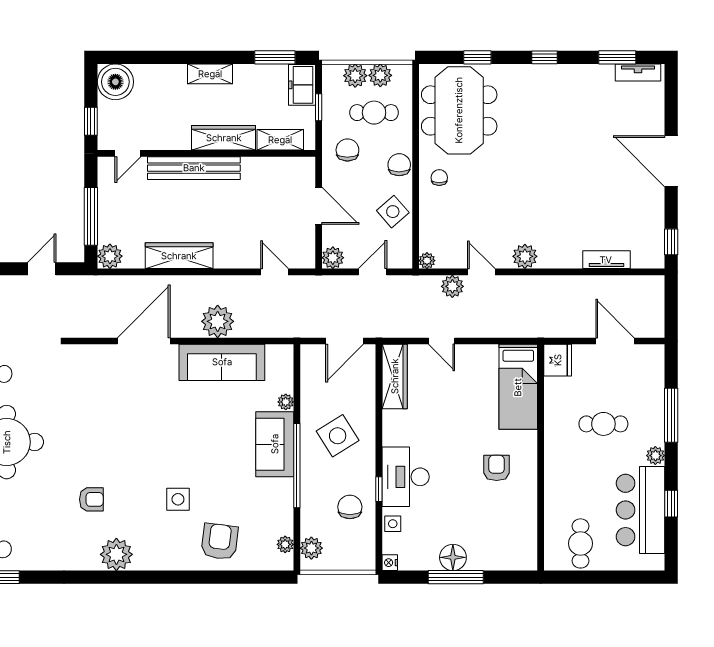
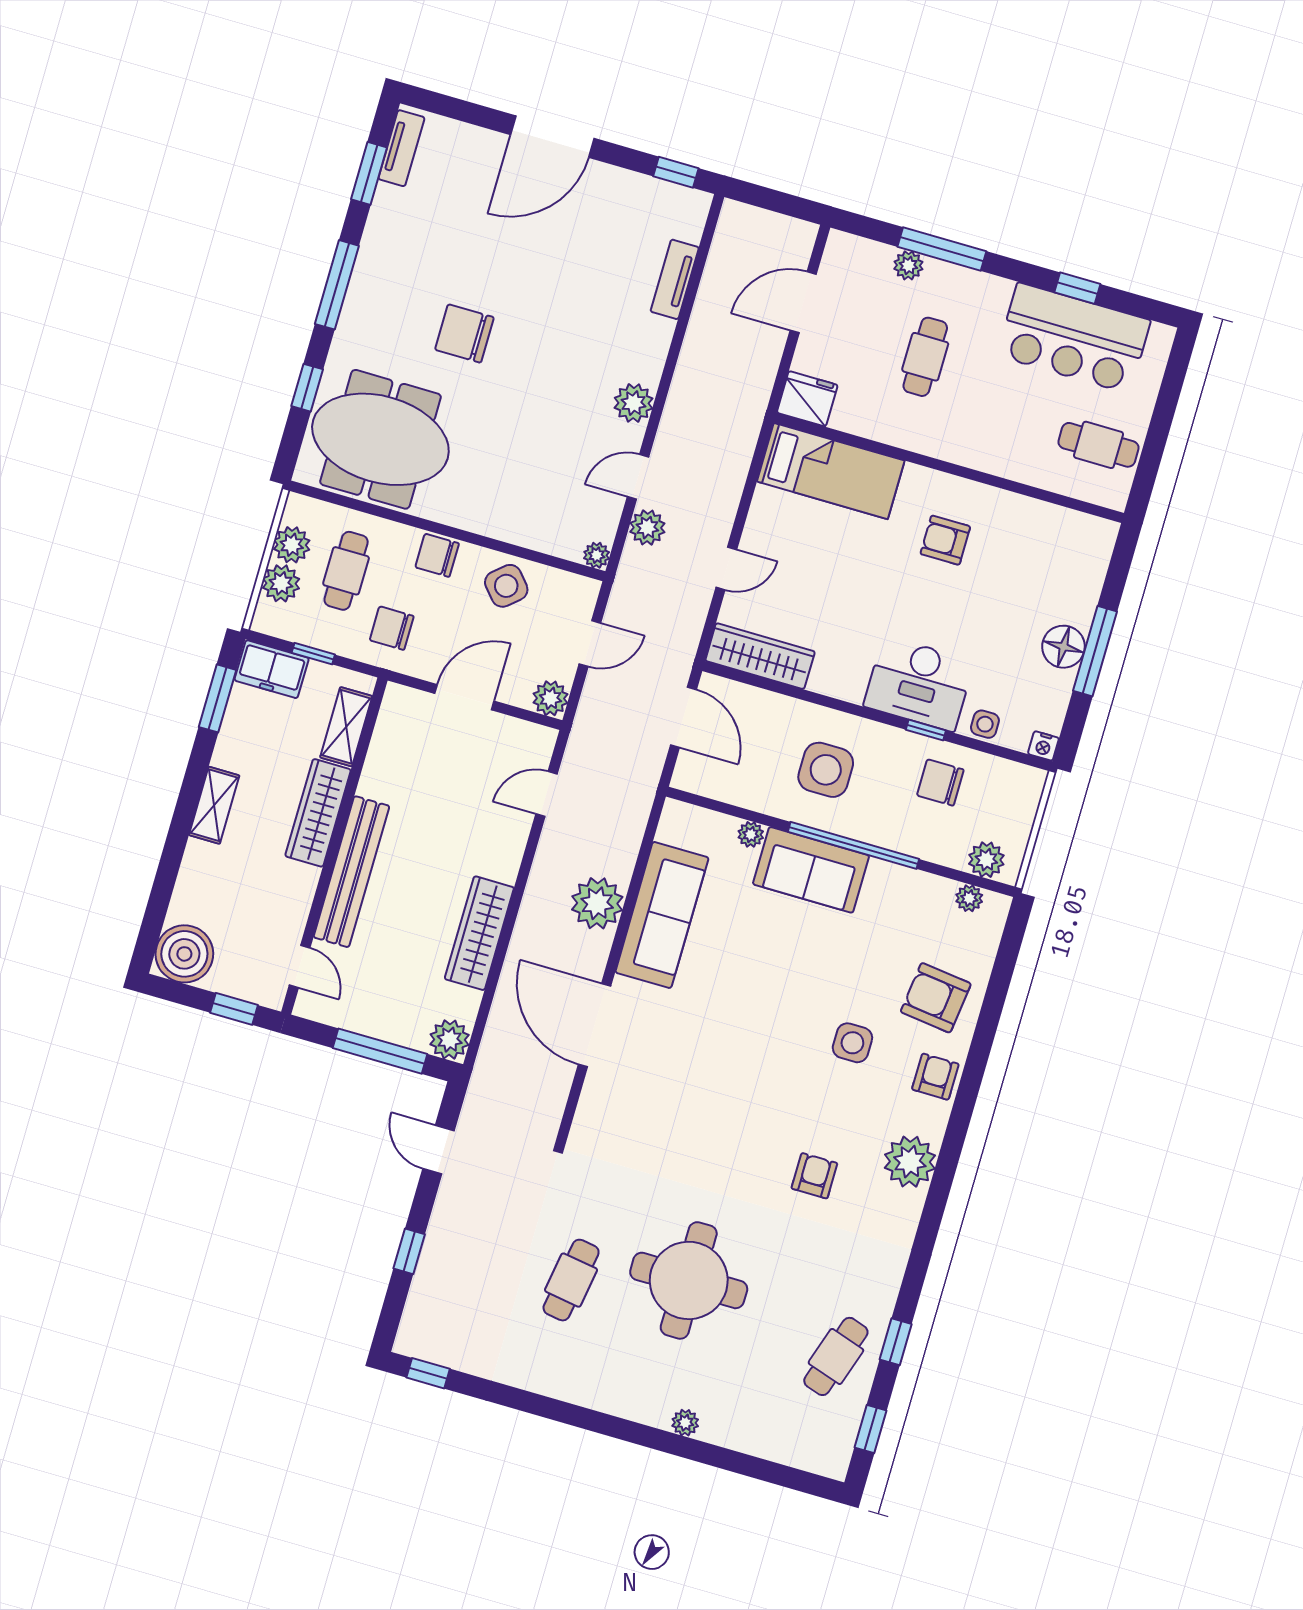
window: (545, 57) -> (337, 285), width x2.17
chair: (439, 178) -> (464, 333), moved, width x1.87, depth x1.87
door: (373, 272) -> (590, 643), swing flipped
side table: (338, 436) -> (826, 770), turned 32
plant: (655, 456) -> (908, 265), moved
armchair: (172, 555) -> (935, 1077), added

